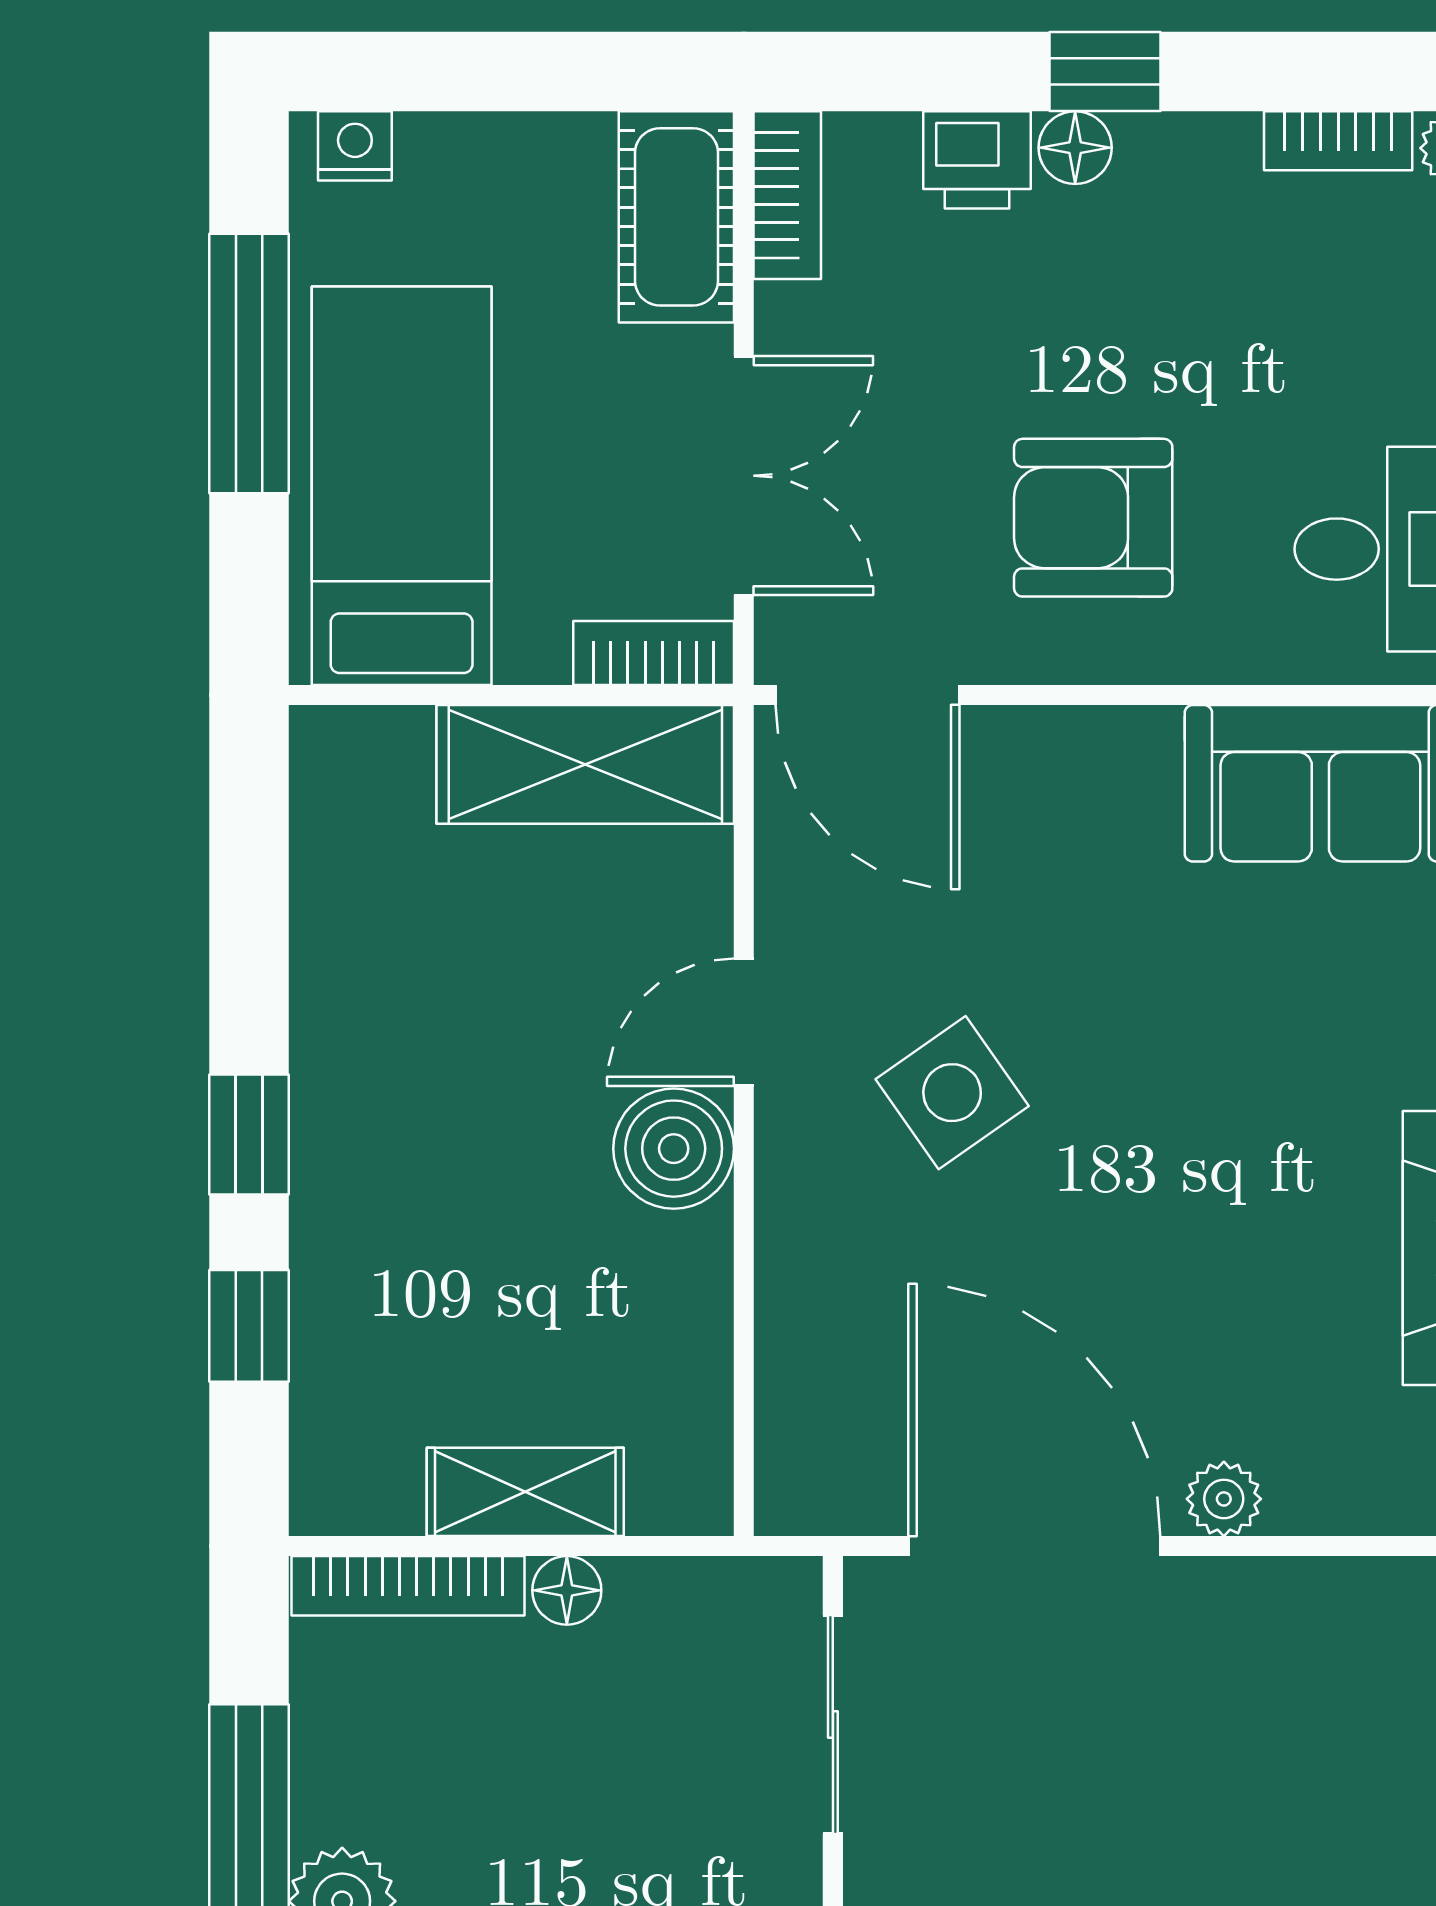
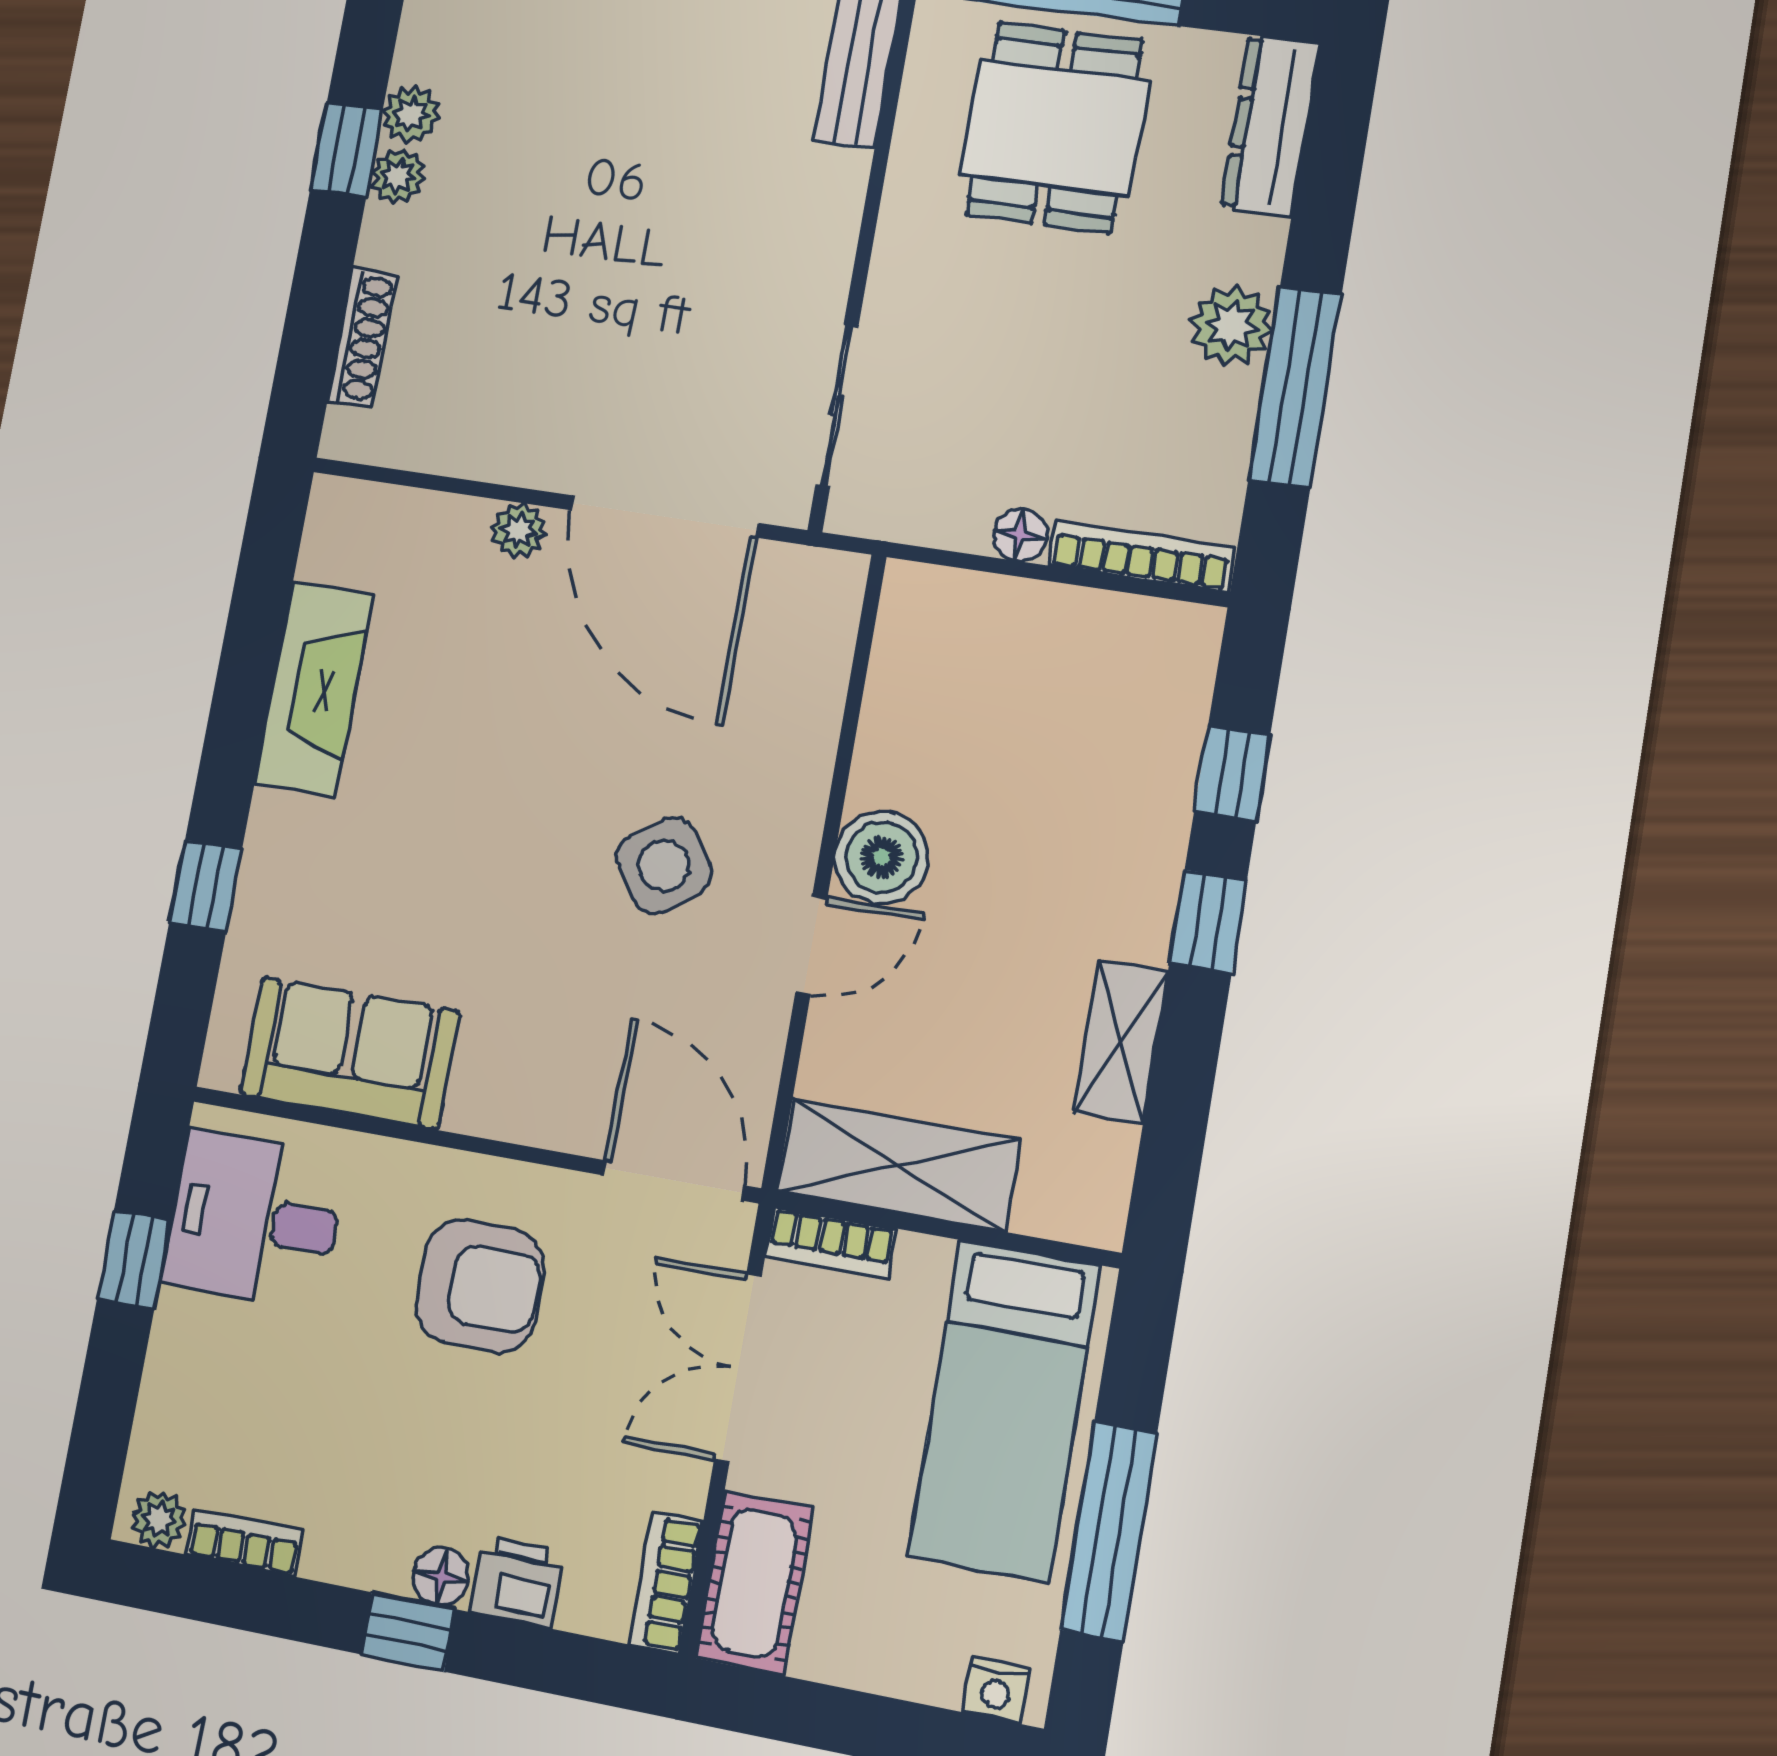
shelving: (525, 1492) -> (1121, 1042), moved, turned 90

